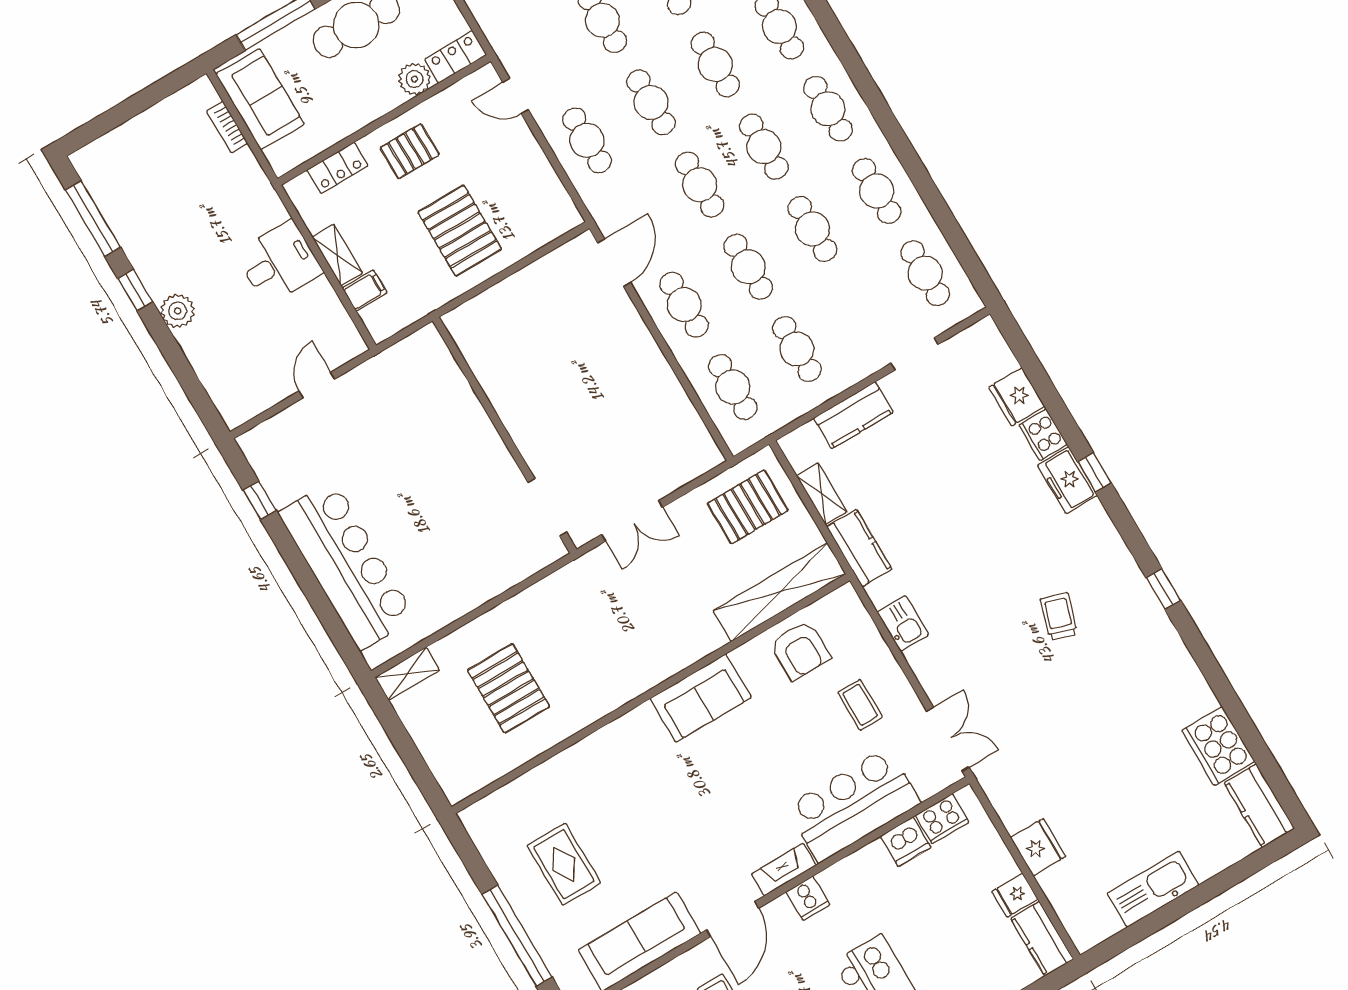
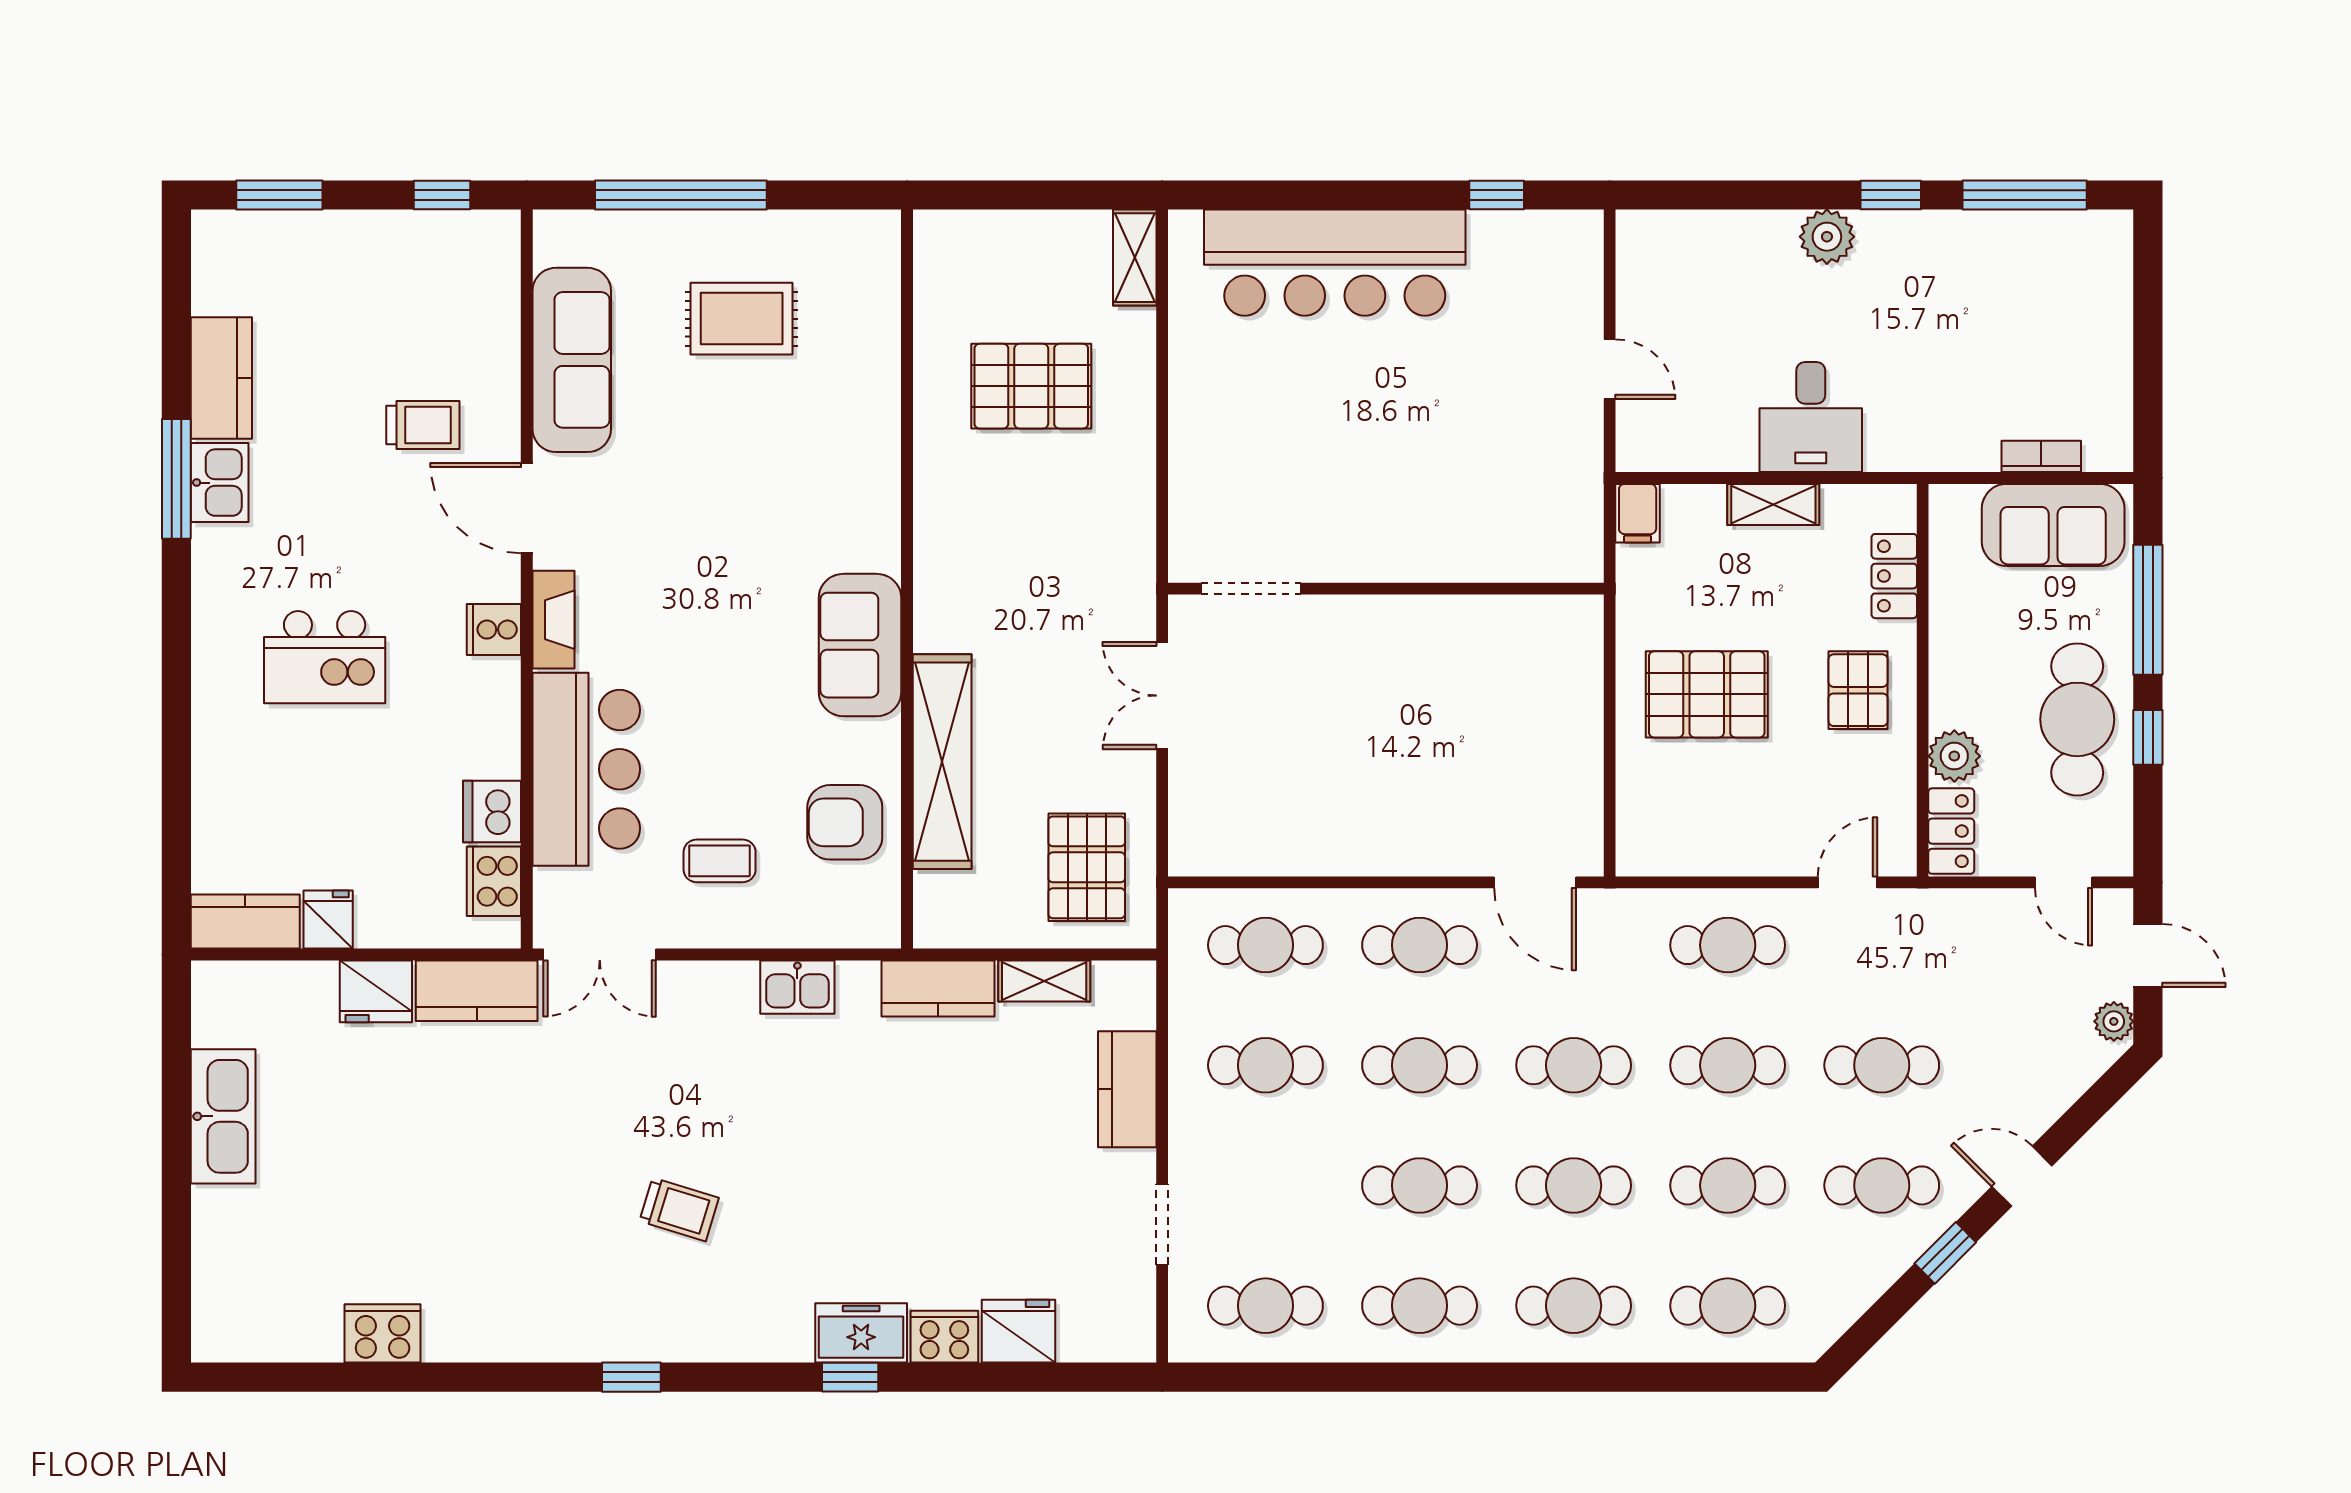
filing cabinet: (365, 291) -> (1638, 513), moved
shelving: (779, 592) -> (942, 762), moved
cooker: (1218, 746) -> (383, 1333), width x0.73, depth x0.76
kitchen counter: (1259, 806) -> (477, 991), moved, turned 180

